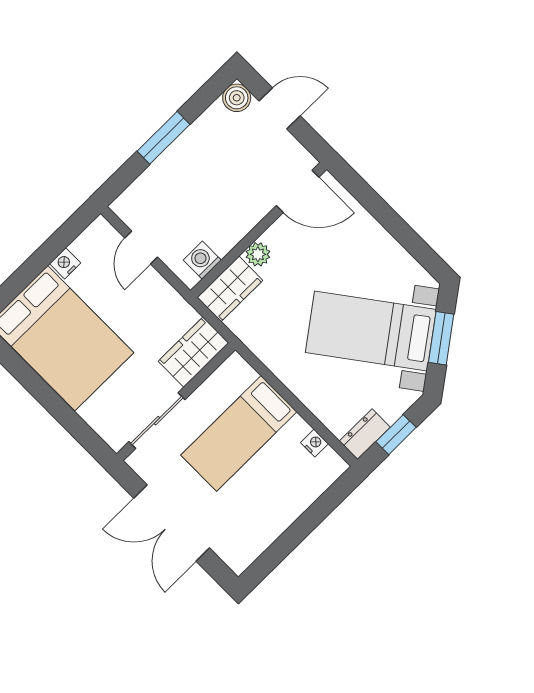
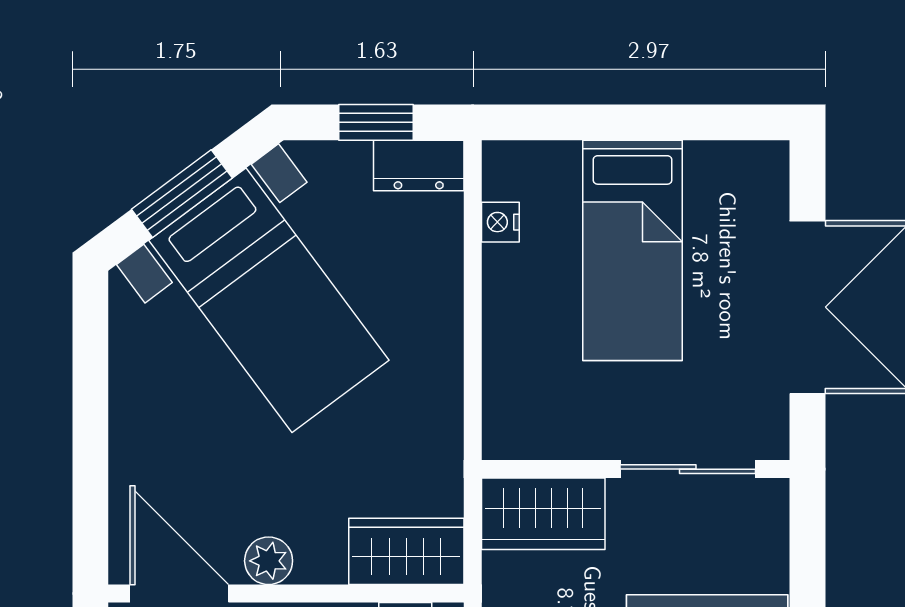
plant: (258, 254) -> (269, 561), moved
bed: (239, 433) -> (633, 250), moved, turned 90

